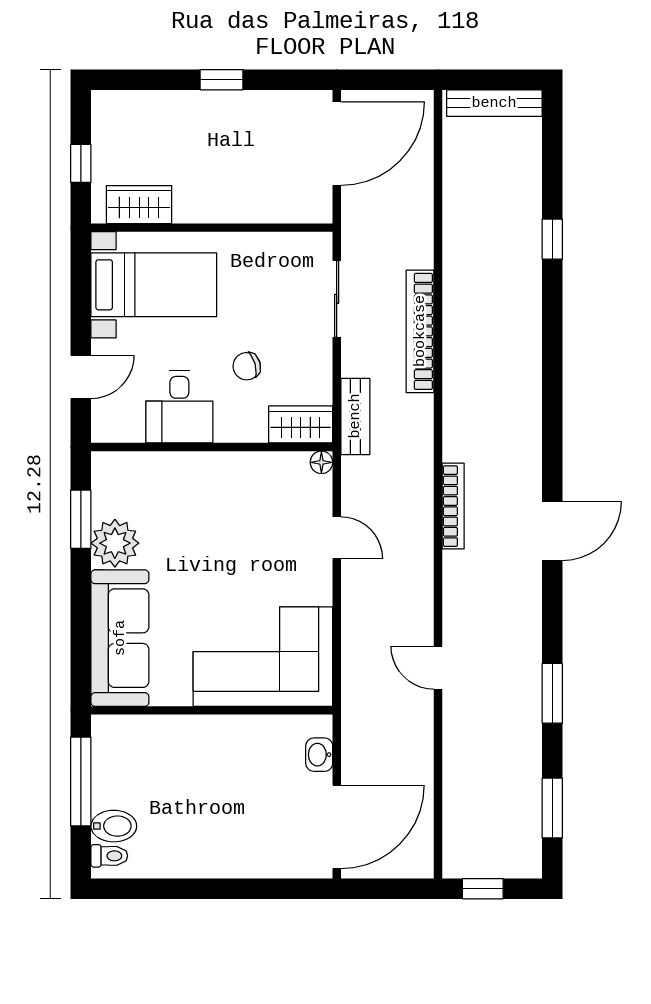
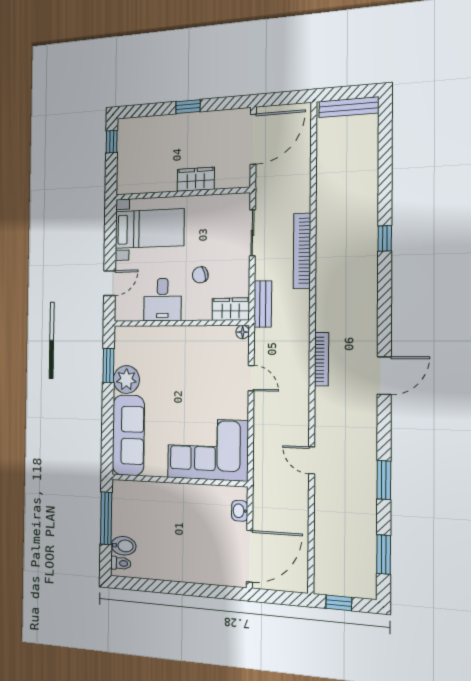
window: (81, 163) -> (112, 142), moved
wardrobe: (139, 205) -> (196, 179), moved
window: (552, 239) -> (385, 238), moved

